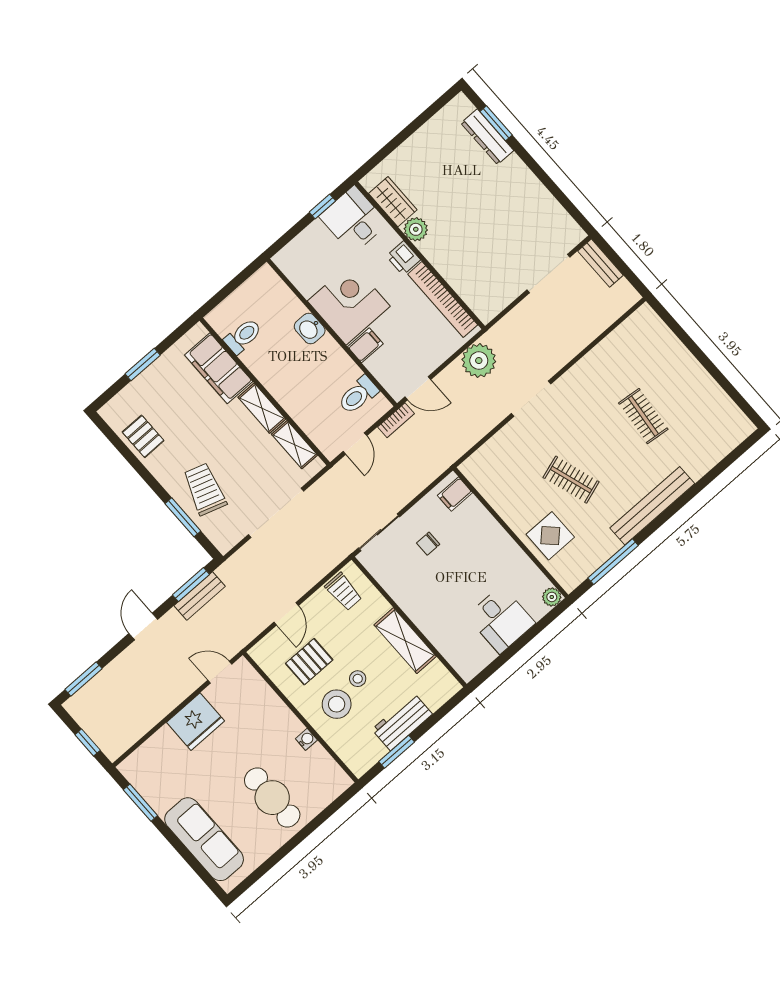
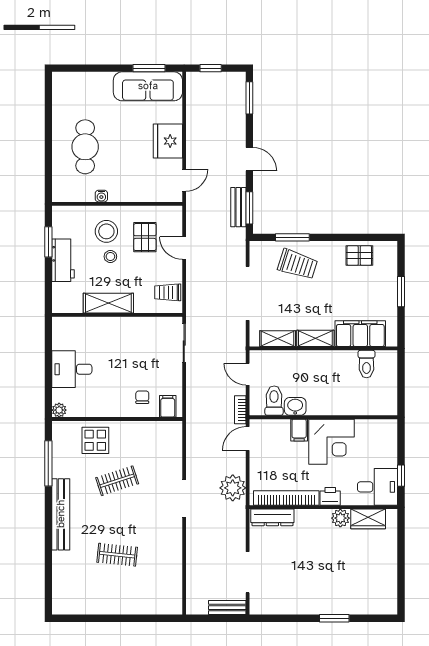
window: (496, 123) -> (334, 618), moved
dresser: (487, 137) -> (272, 517), moved, turned 180
washbasin: (310, 329) -> (295, 406), moved
chair: (428, 544) -> (142, 397), moved
cafe table: (272, 798) -> (85, 147), turned 90
sofa: (204, 839) -> (148, 86), moved

